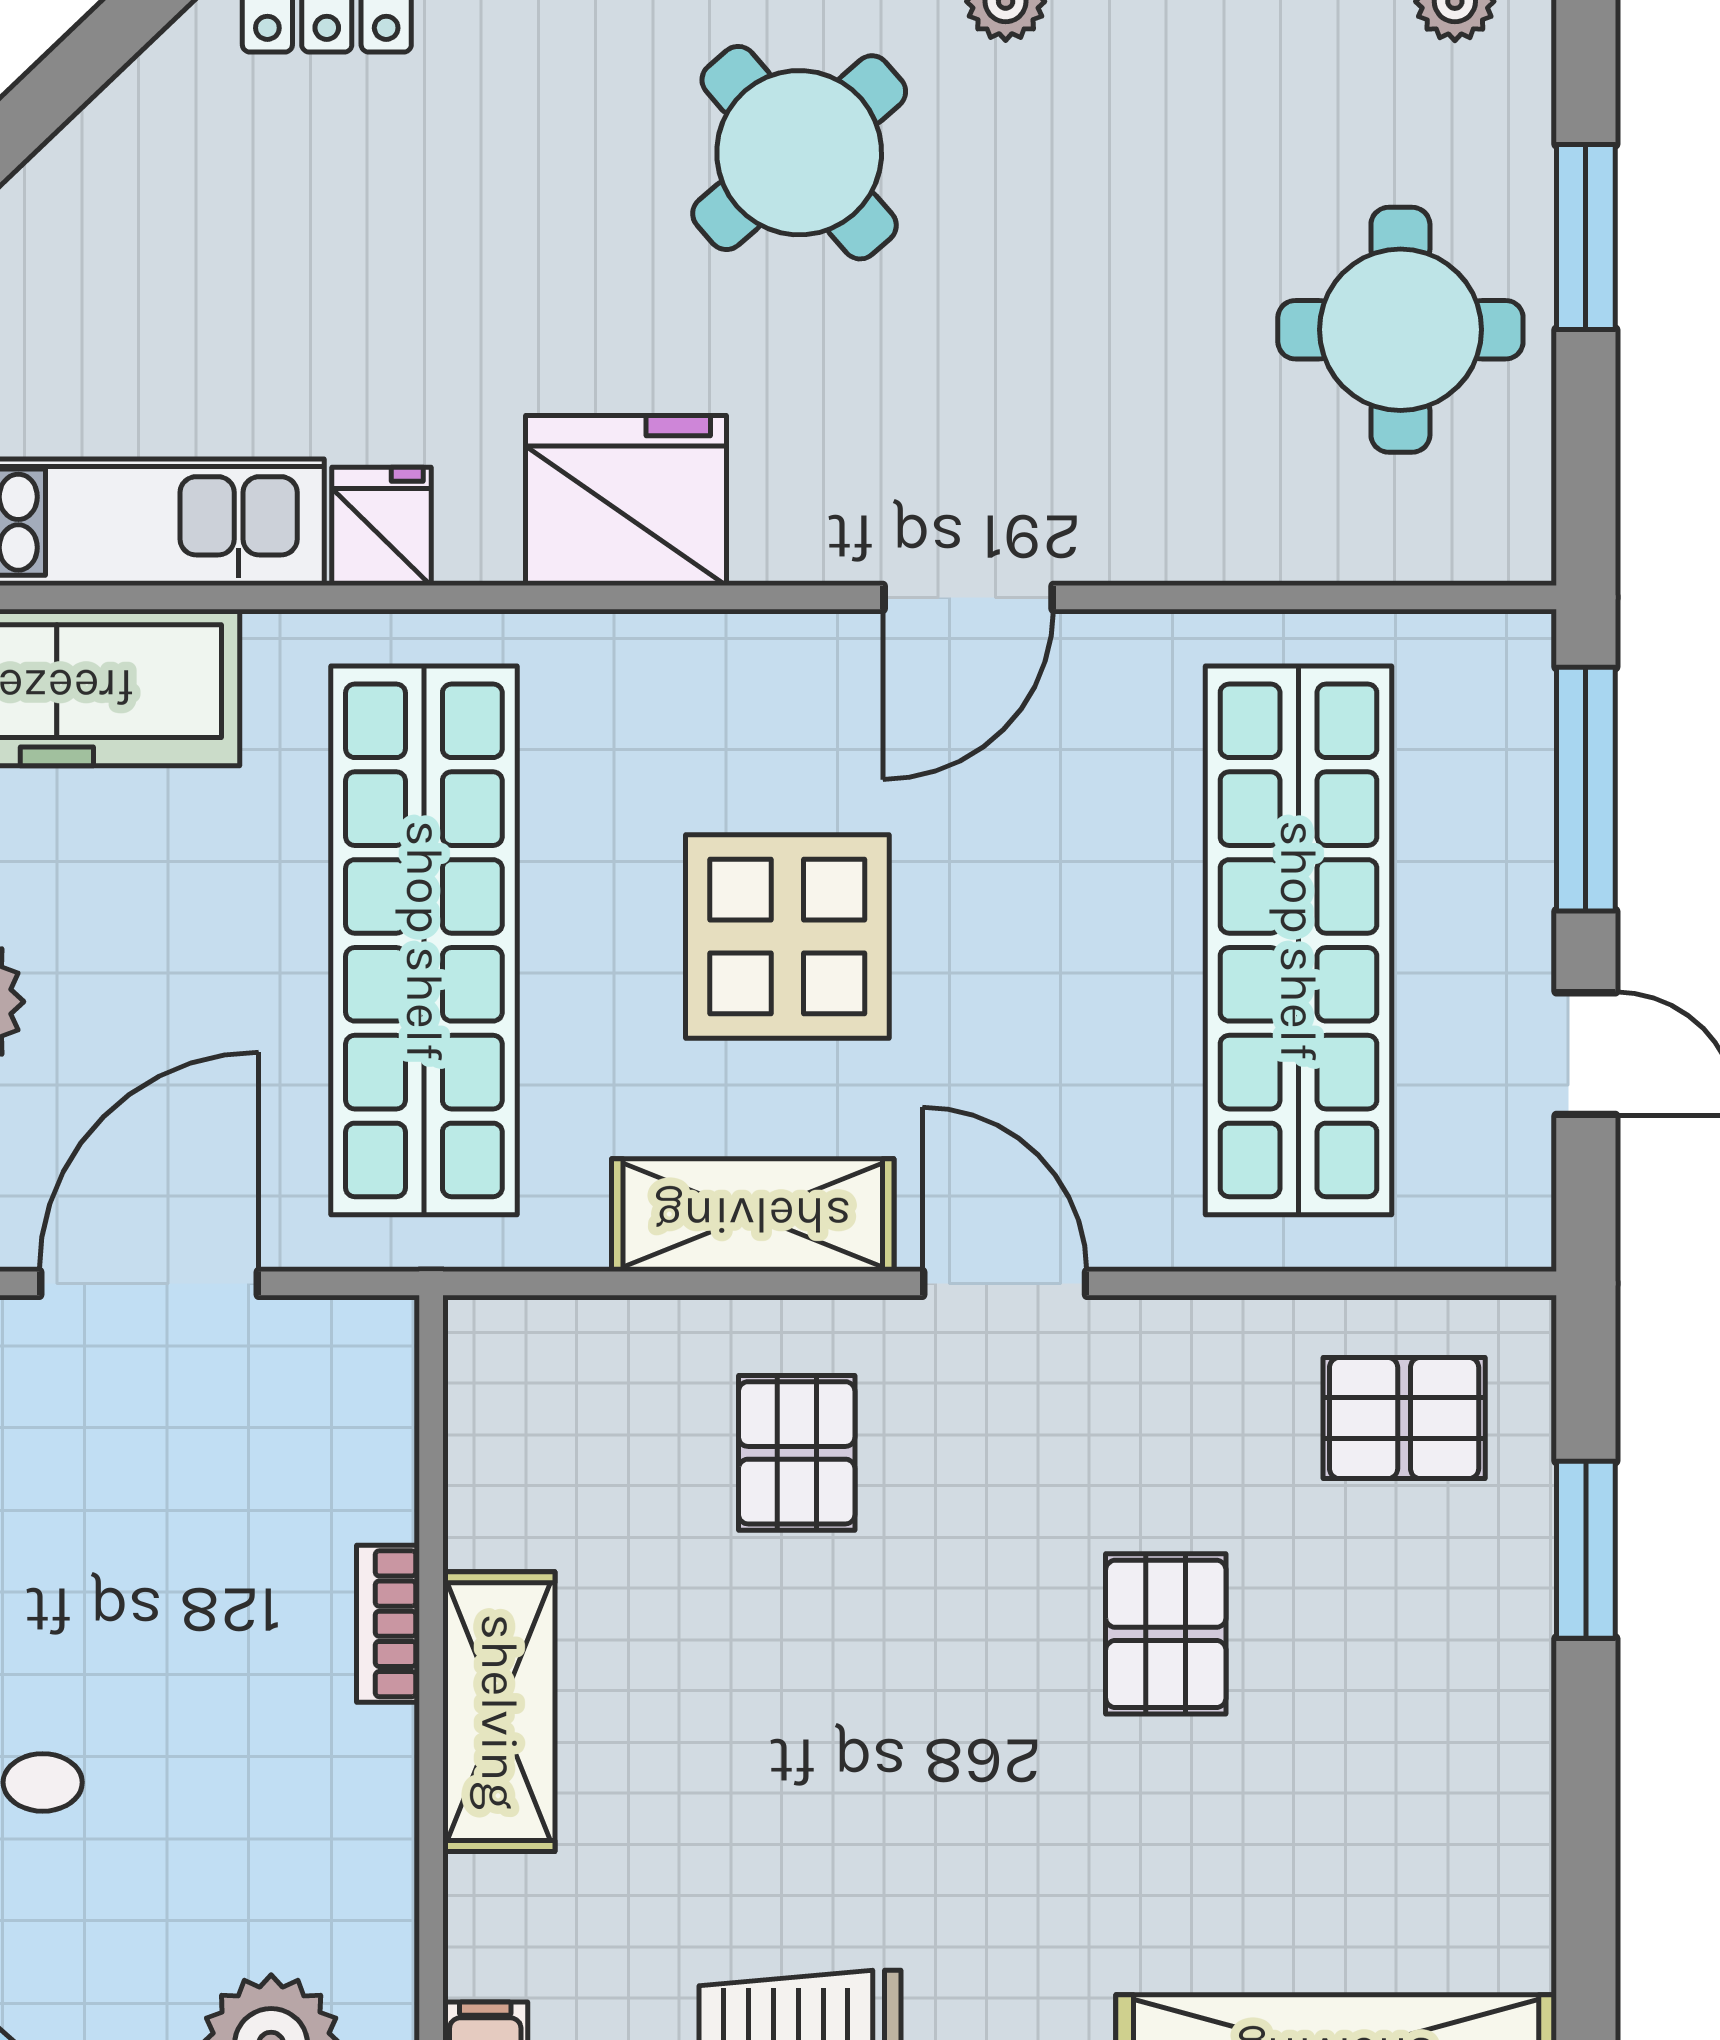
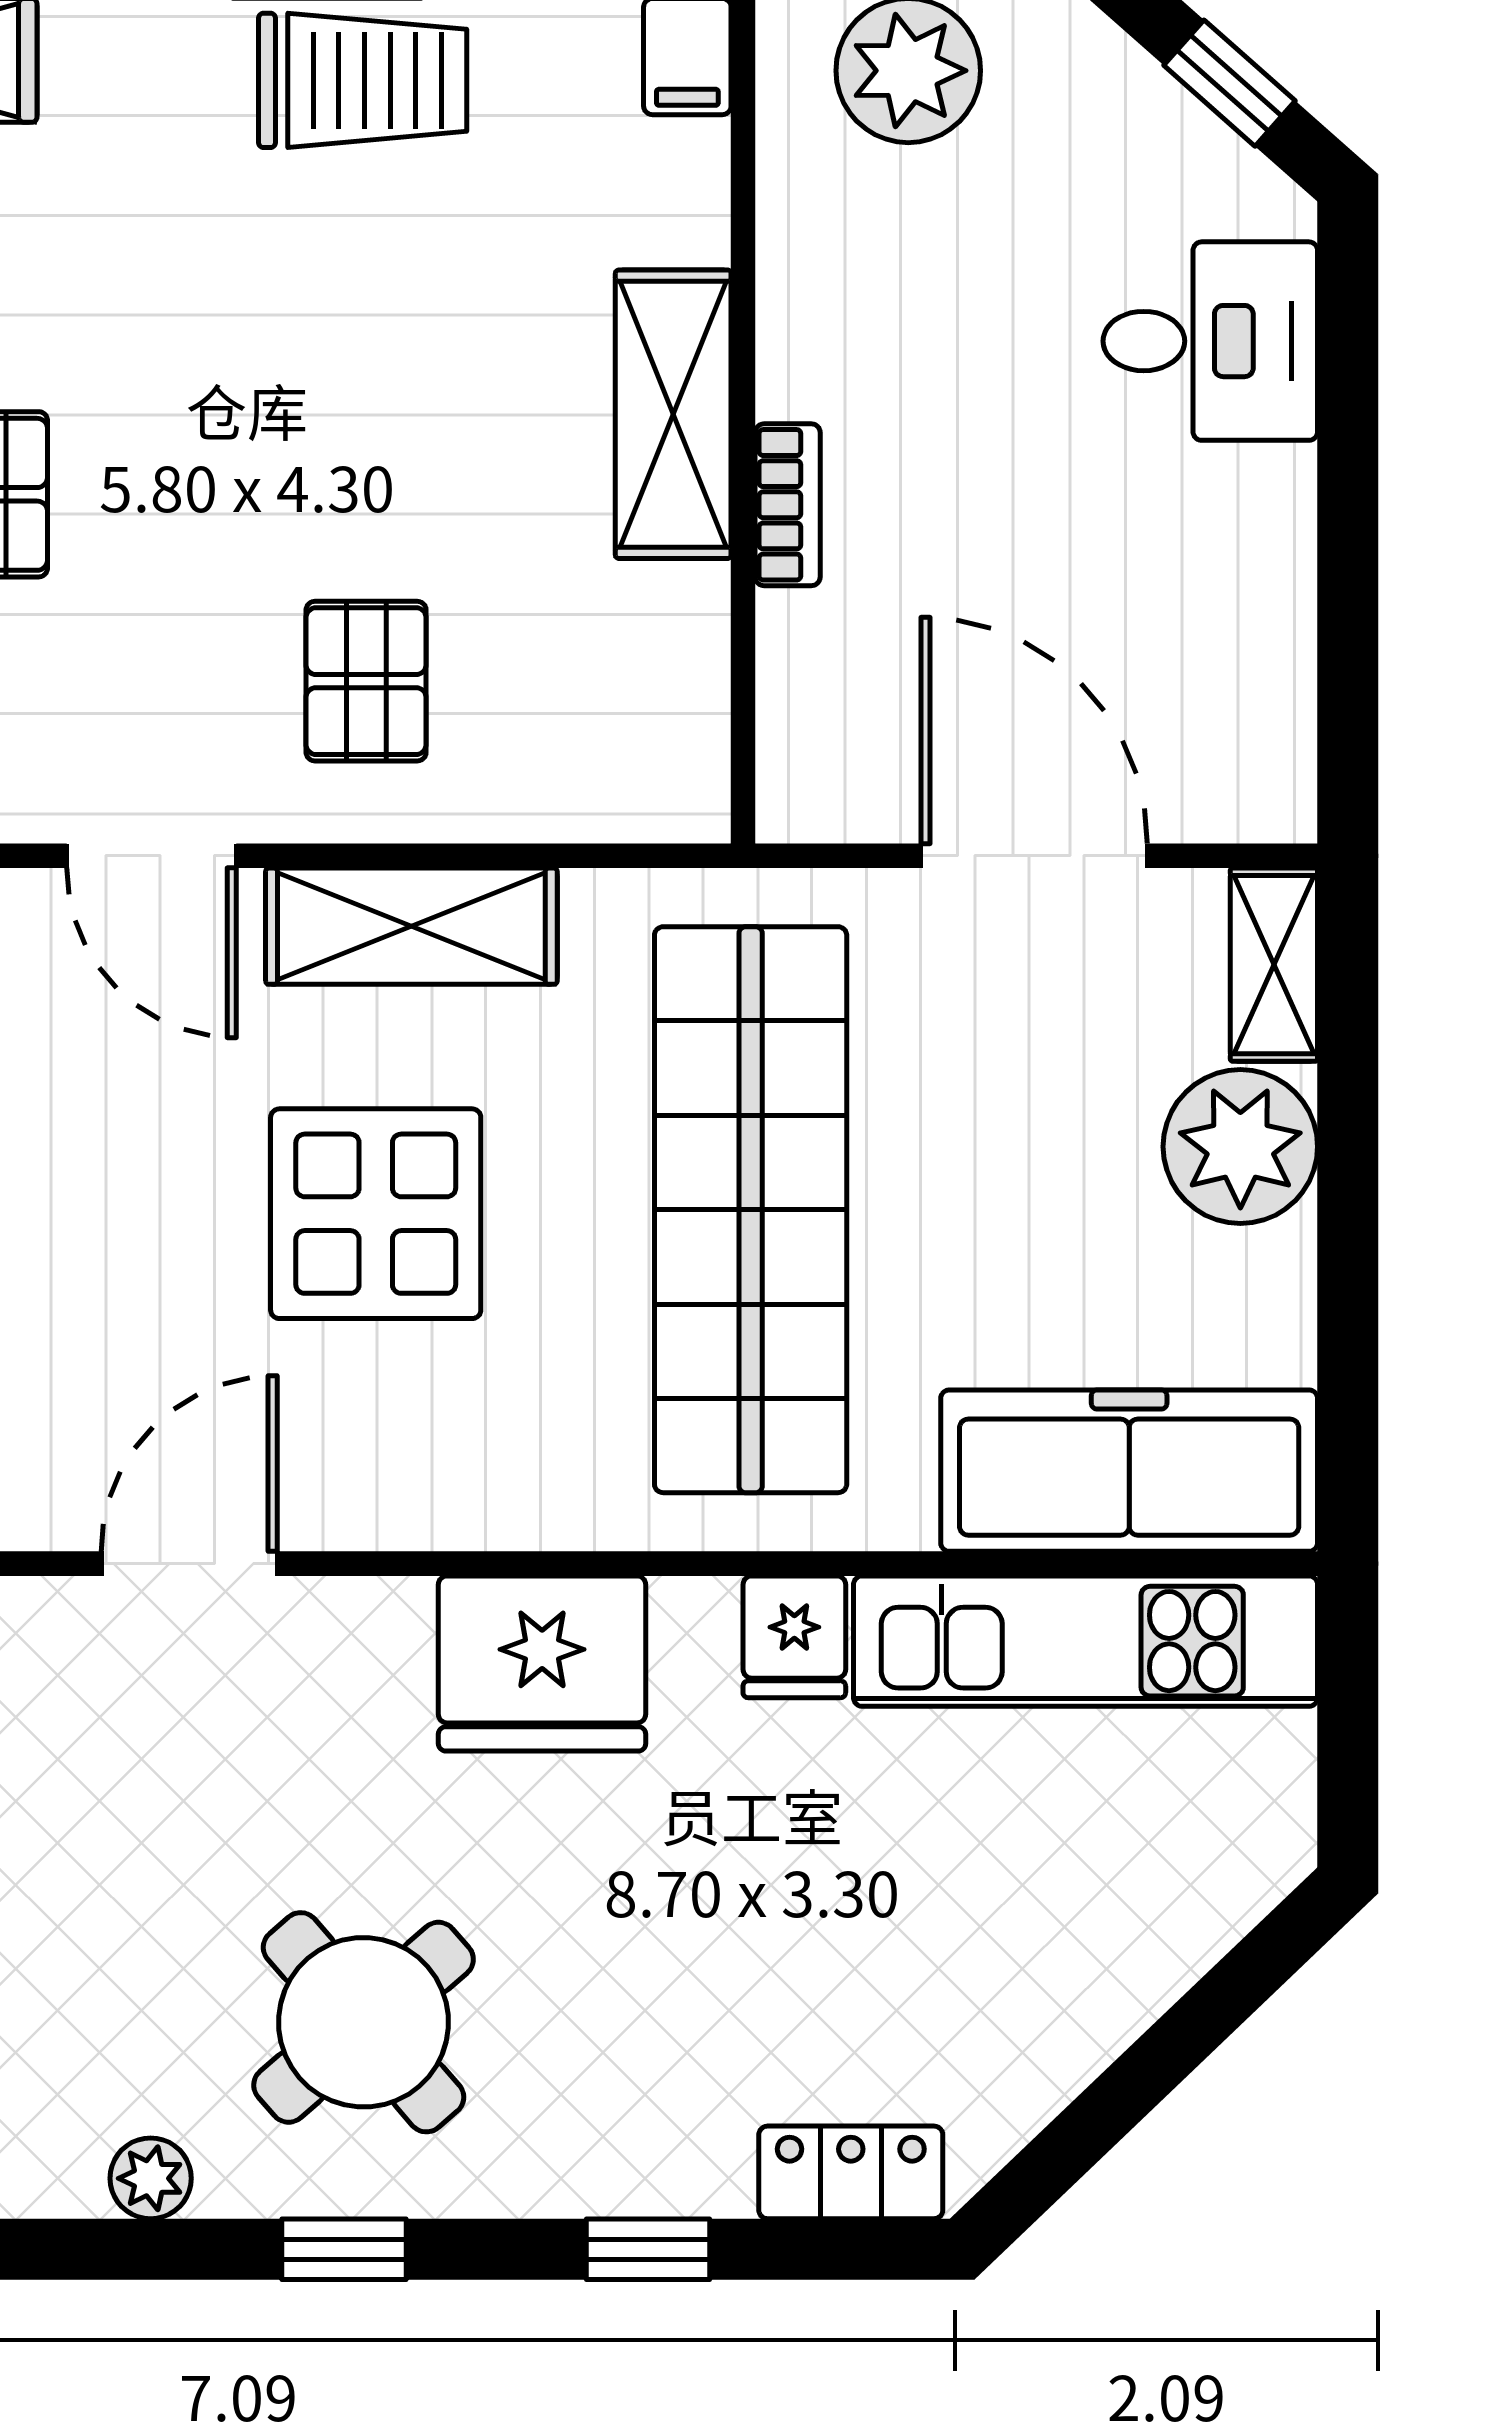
door: (149, 1283) -> (1034, 856), swing flipped

